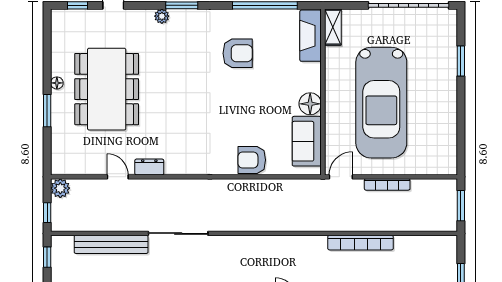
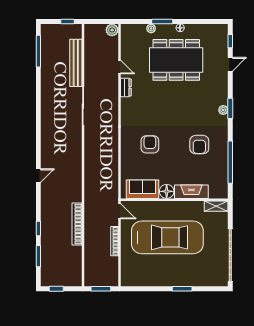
plant: (162, 16) -> (223, 110), moved
fireplace: (311, 36) -> (191, 192), moved
window: (461, 61) -> (182, 289), moved
car: (381, 103) -> (167, 237), turned 180
plant: (58, 128) -> (151, 28), added
armchair: (252, 160) -> (150, 144), moved
door: (118, 177) -> (119, 67), hinge flipped
window: (47, 213) -> (96, 21), removed

